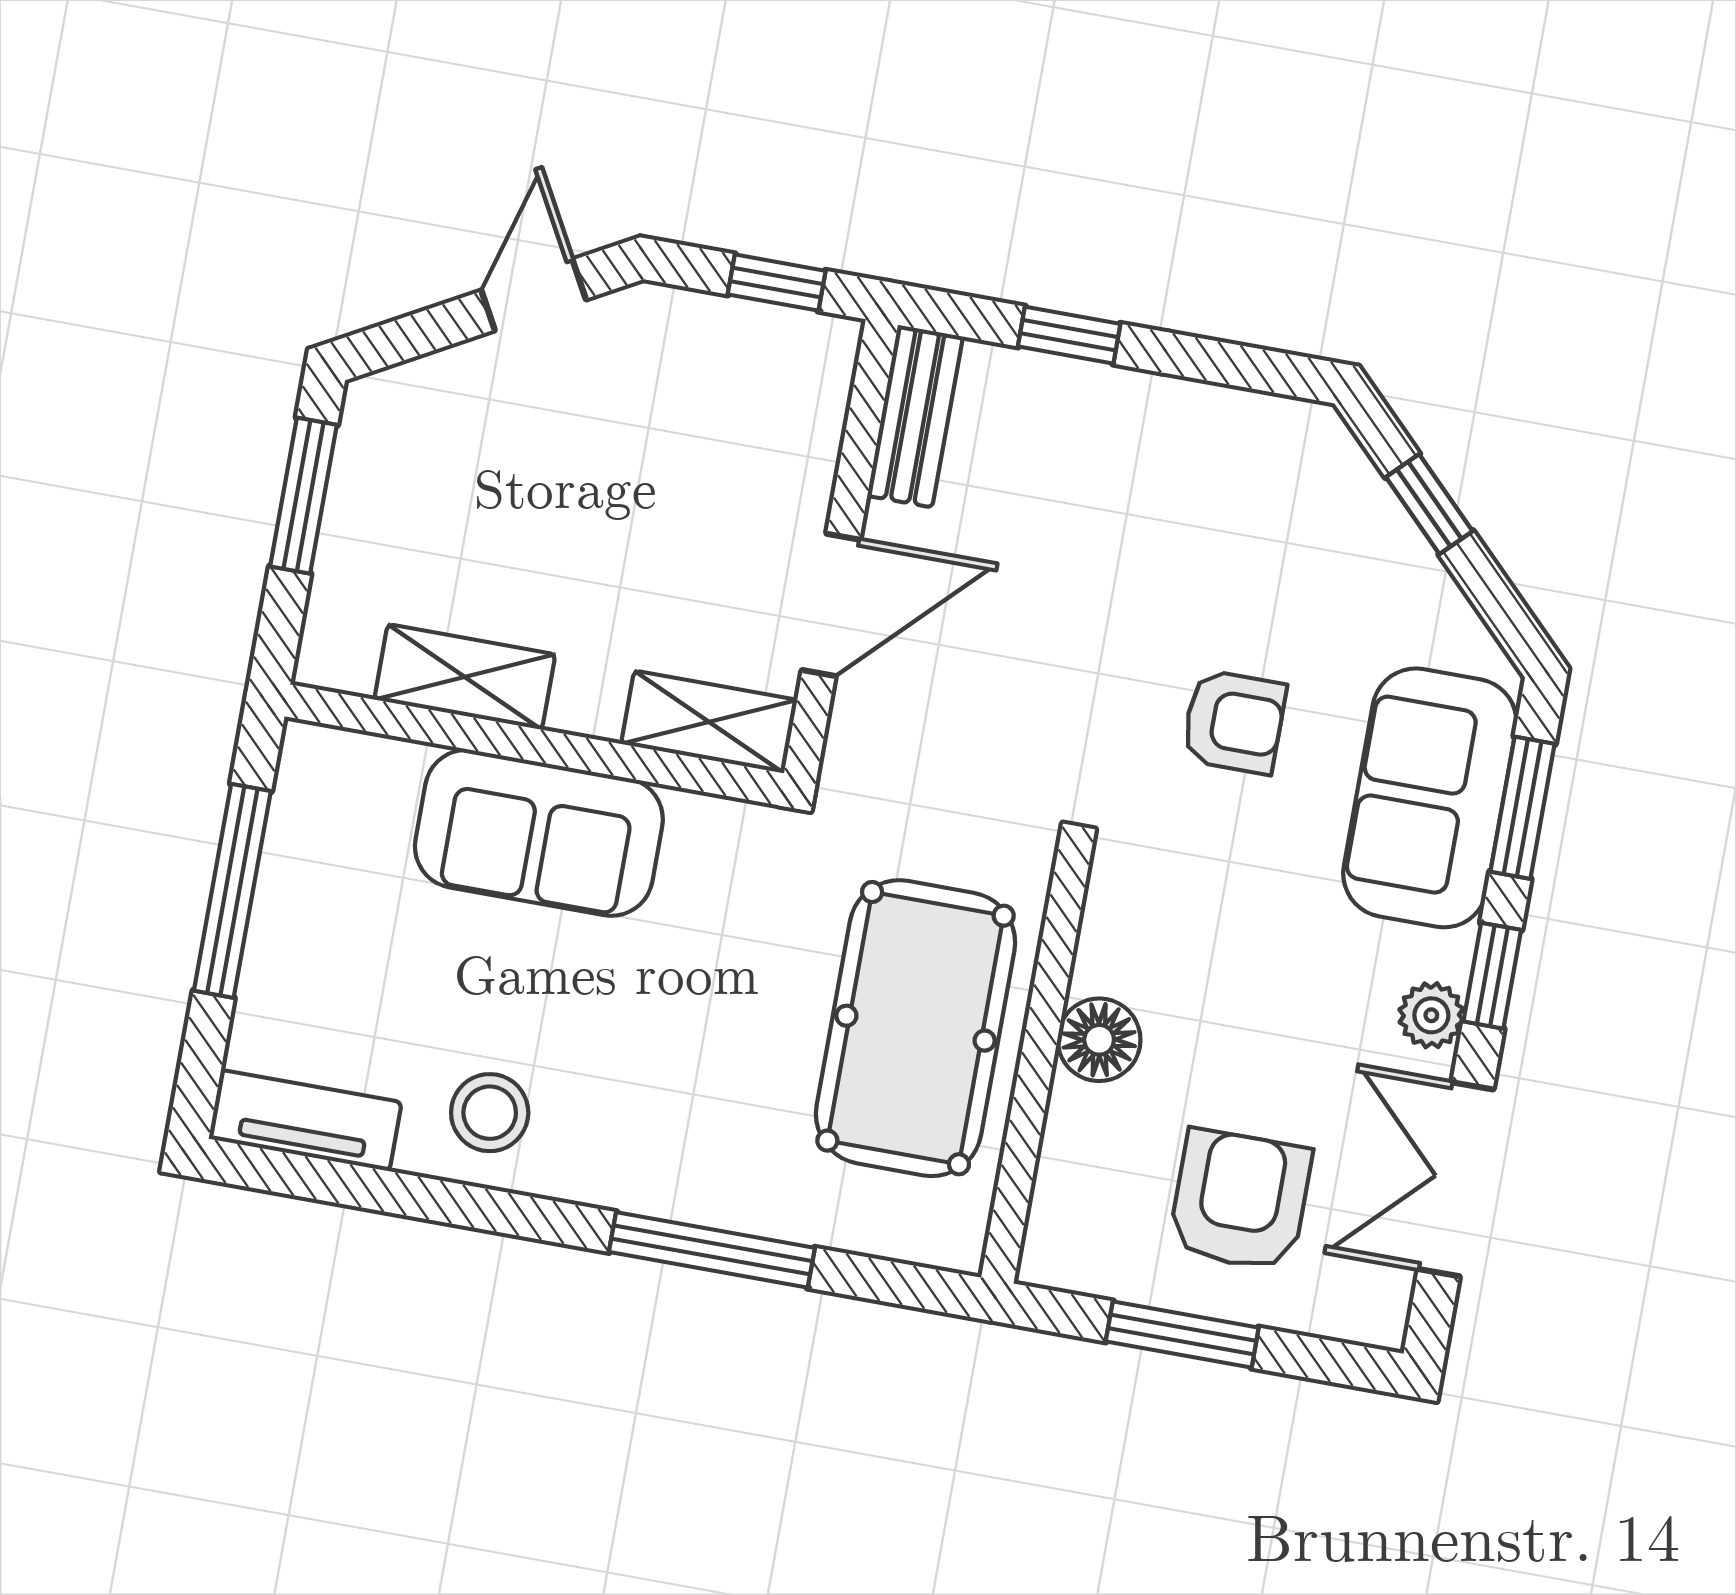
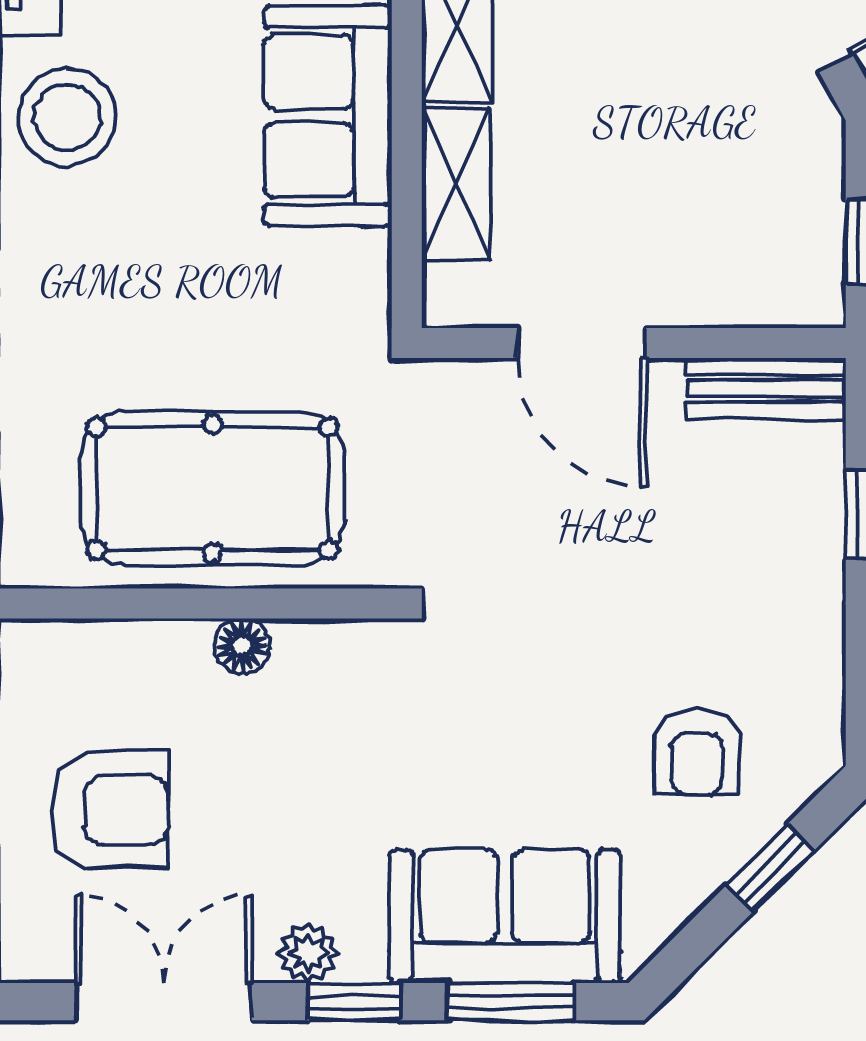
shelving: (709, 722) -> (456, 184), moved
armchair: (1234, 722) -> (697, 752), moved
floor lamp: (1099, 1040) -> (242, 646), width x0.73, depth x0.73
stool: (490, 1113) -> (67, 117), width x1.38, depth x1.38

